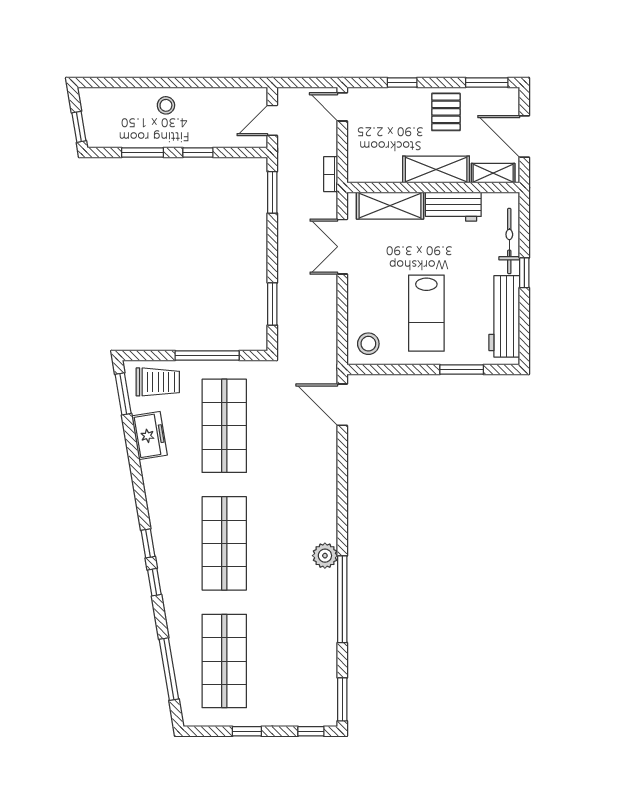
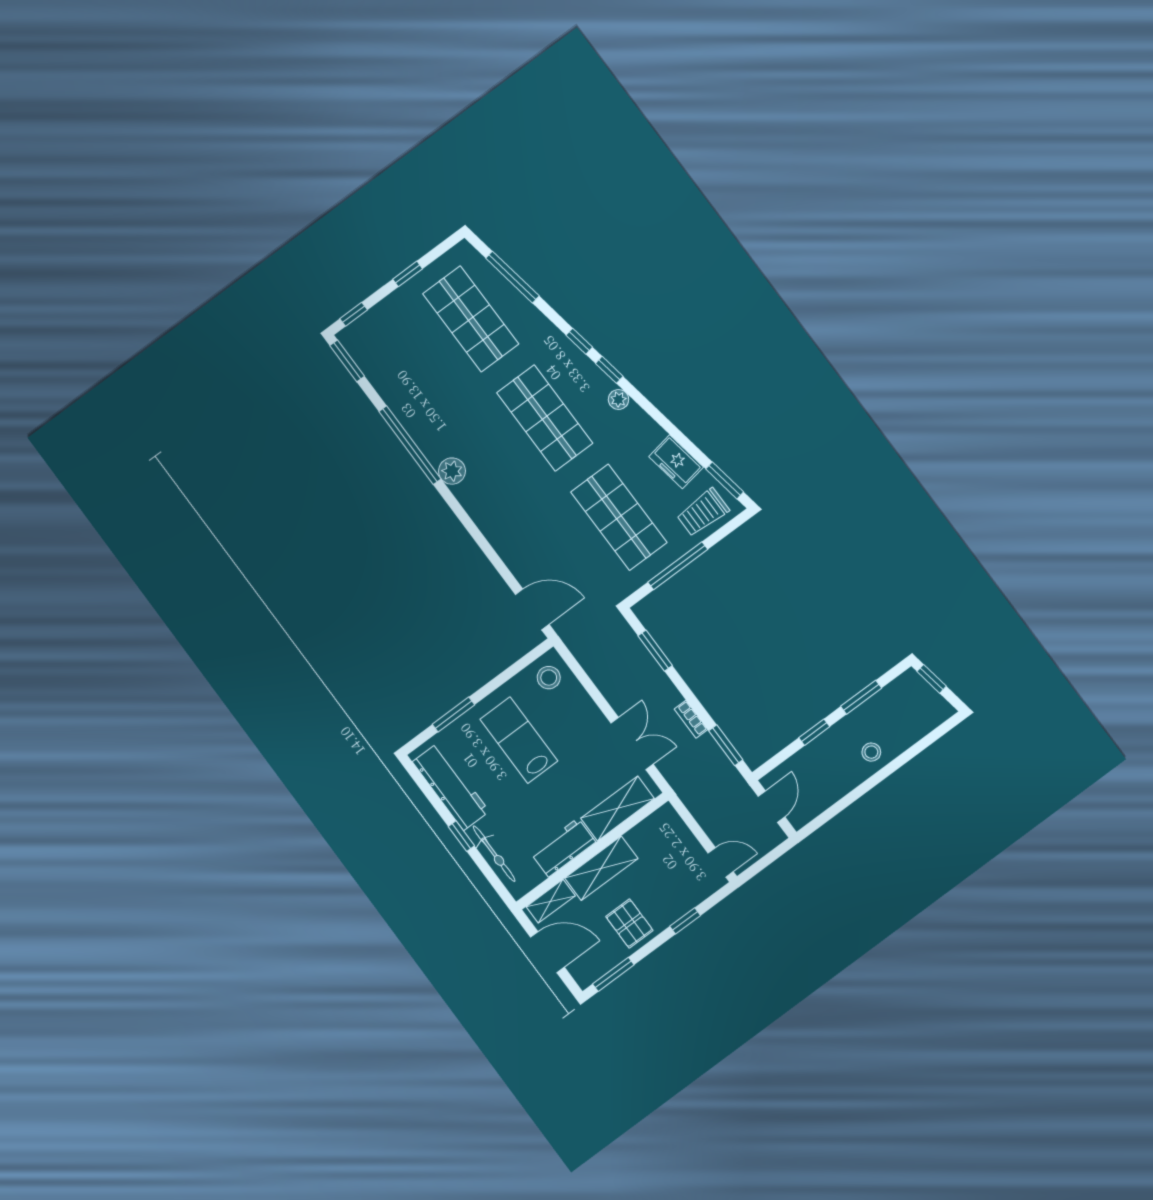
bookcase: (331, 174) -> (691, 719), moved, turned 180
plant: (158, 516) -> (619, 399), added

